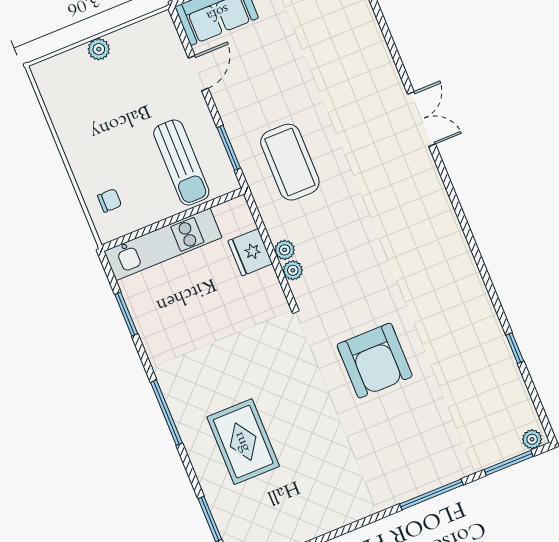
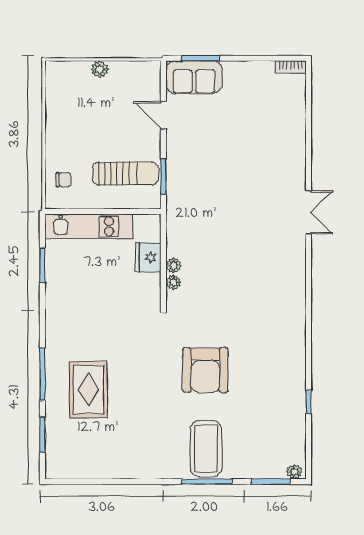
door: (198, 73) -> (163, 115), swing flipped
sun lounger: (181, 162) -> (125, 174), turned -90
coffee table: (290, 162) -> (206, 449), moved
window: (166, 413) -> (42, 374), moved

